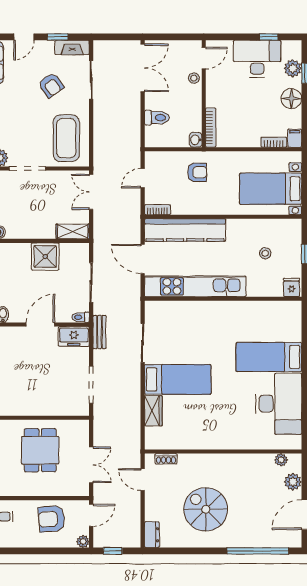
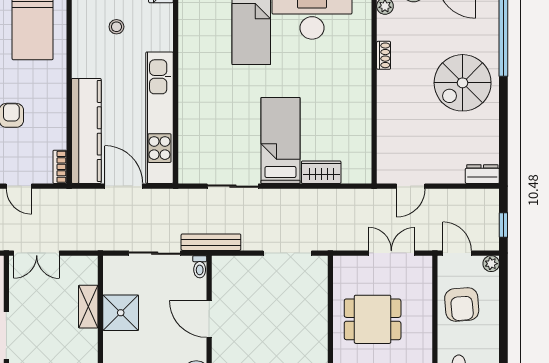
shelving: (73, 231) -> (88, 307), moved
door: (143, 259) -> (124, 186), swing flipped
bench: (100, 332) -> (211, 242), width x1.36
freezer: (74, 336) -> (225, 276), removed
shoe rack: (166, 459) -> (384, 55), moved
spiral stairs: (206, 509) -> (463, 83), moved

